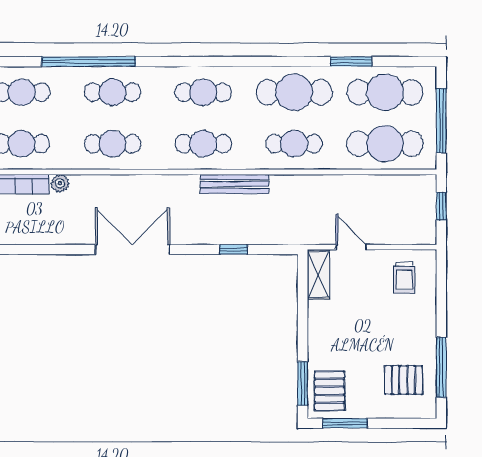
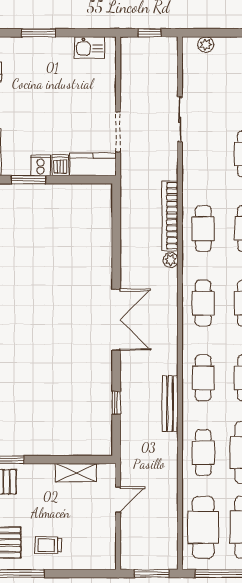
window: (441, 206) -> (152, 574), width x1.50
shelving: (319, 274) -> (76, 473), moved
trolley: (404, 278) -> (48, 545), moved

